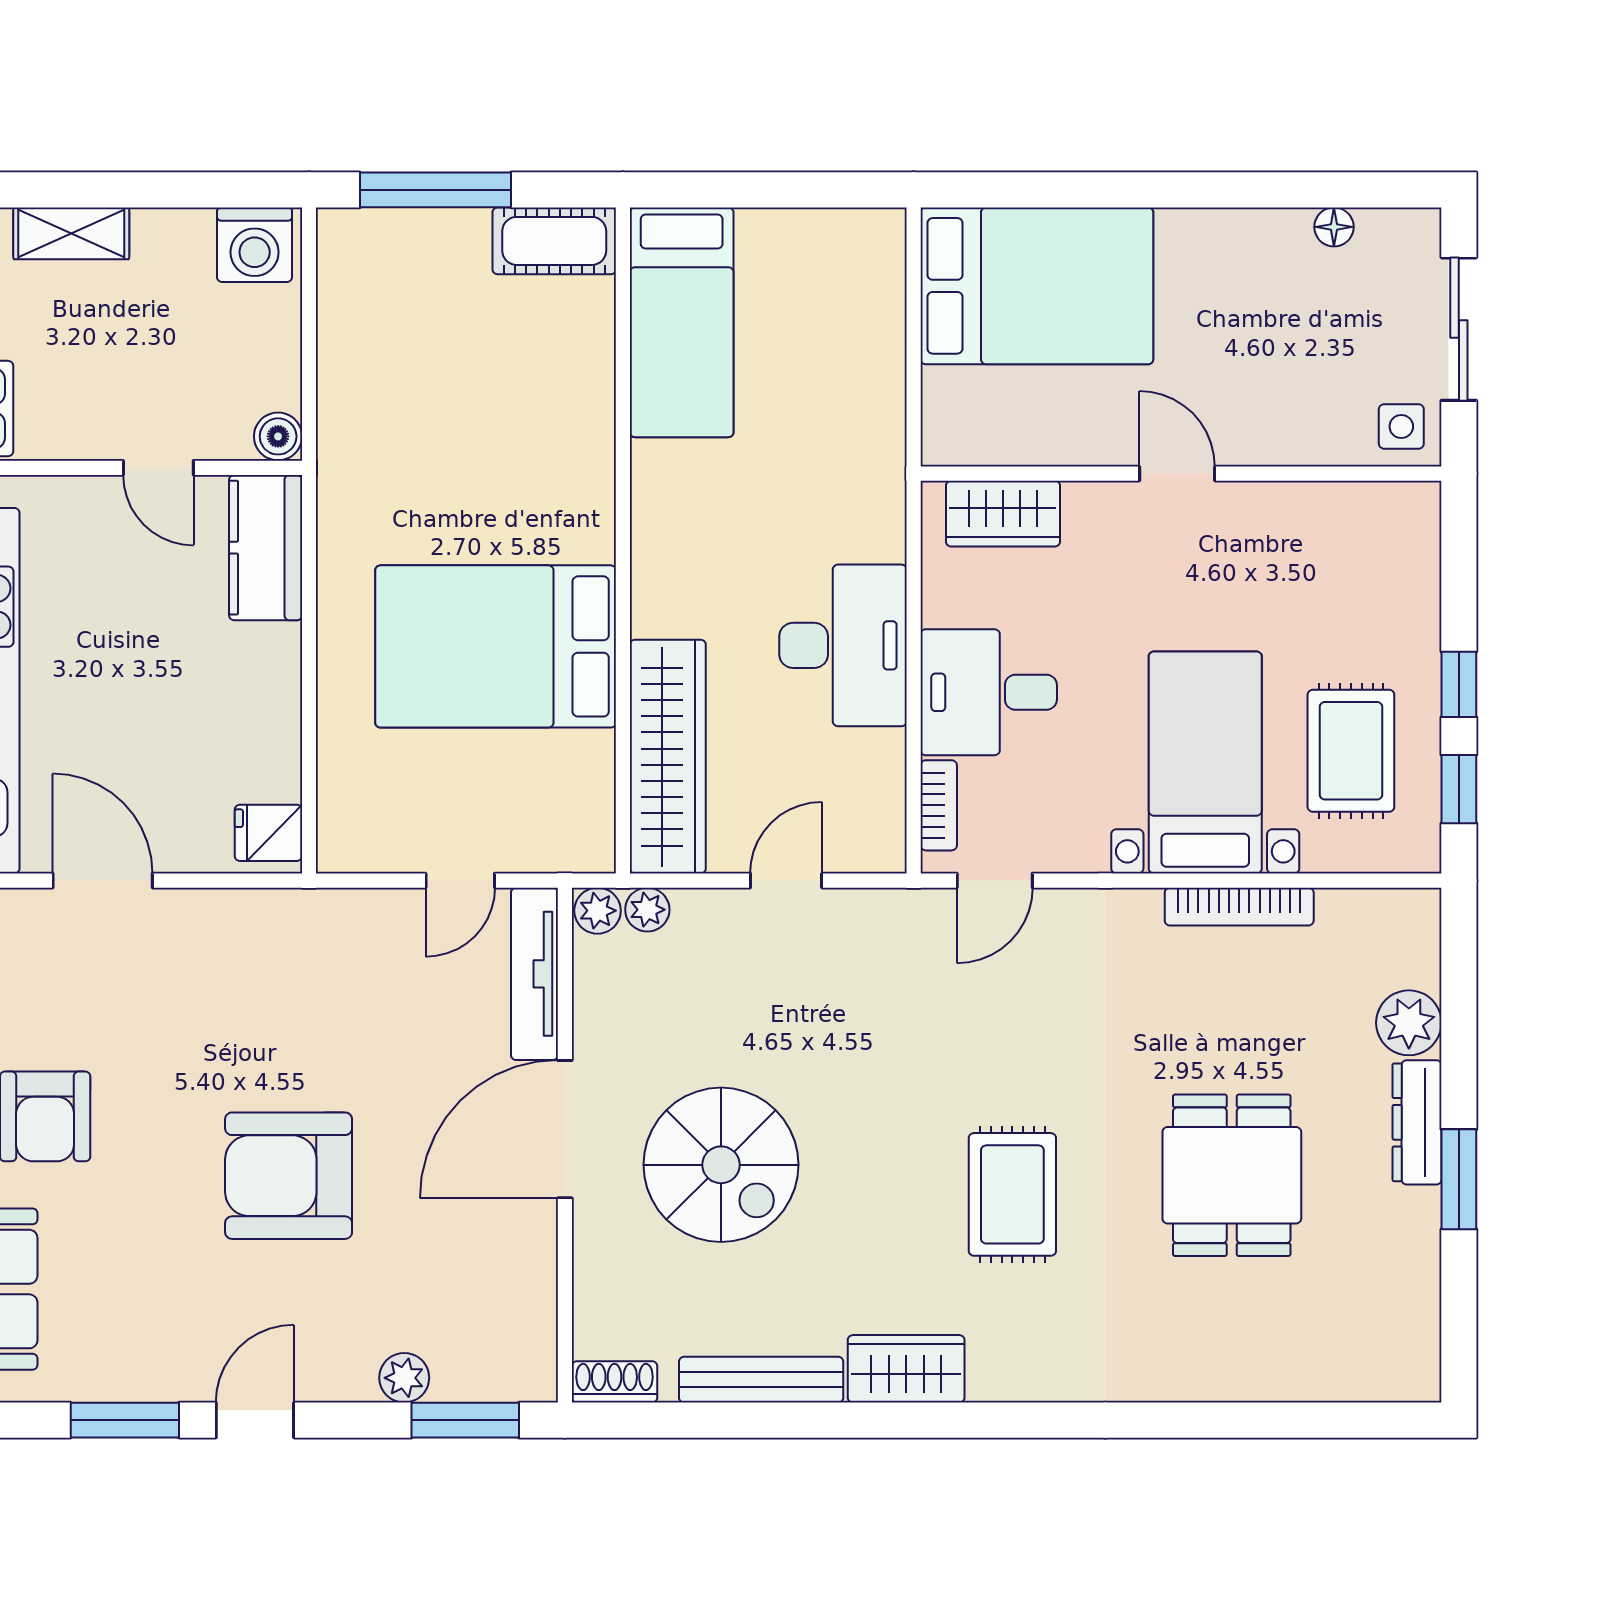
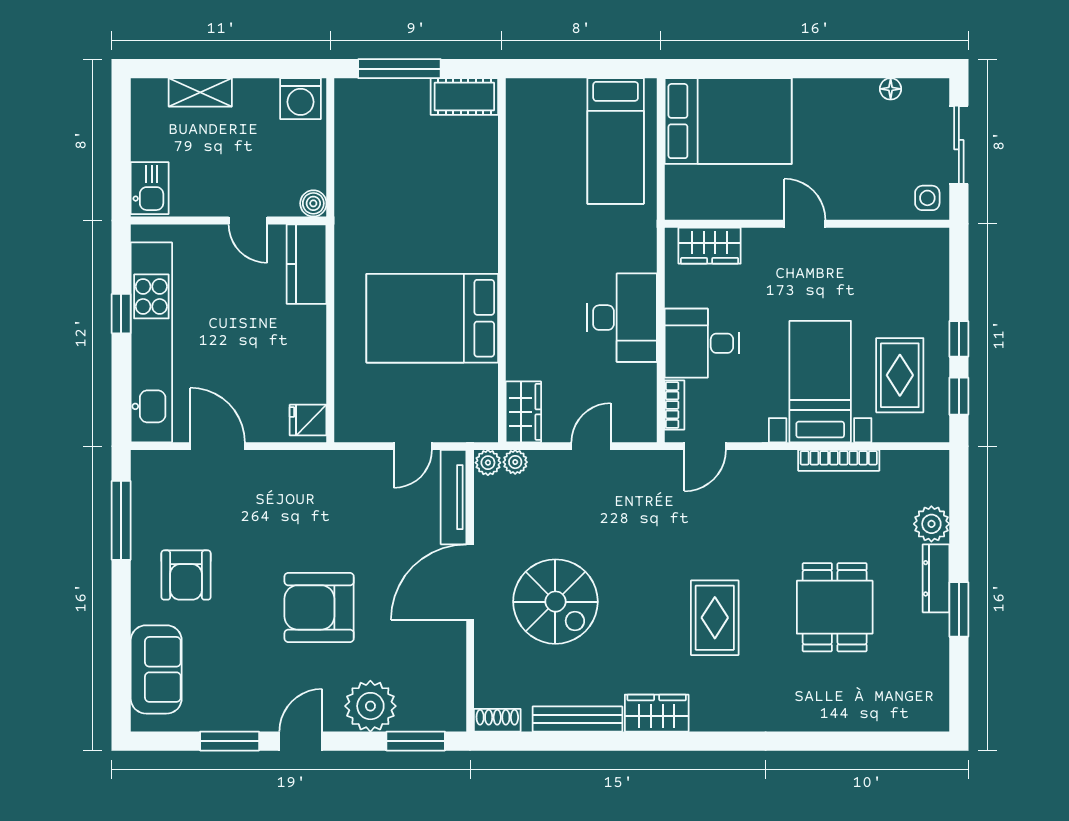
bed: (682, 322) -> (616, 141), moved
wardrobe: (668, 757) -> (523, 412), width x0.48, depth x0.85
plant: (404, 1378) -> (370, 706), width x1.87, depth x1.87

